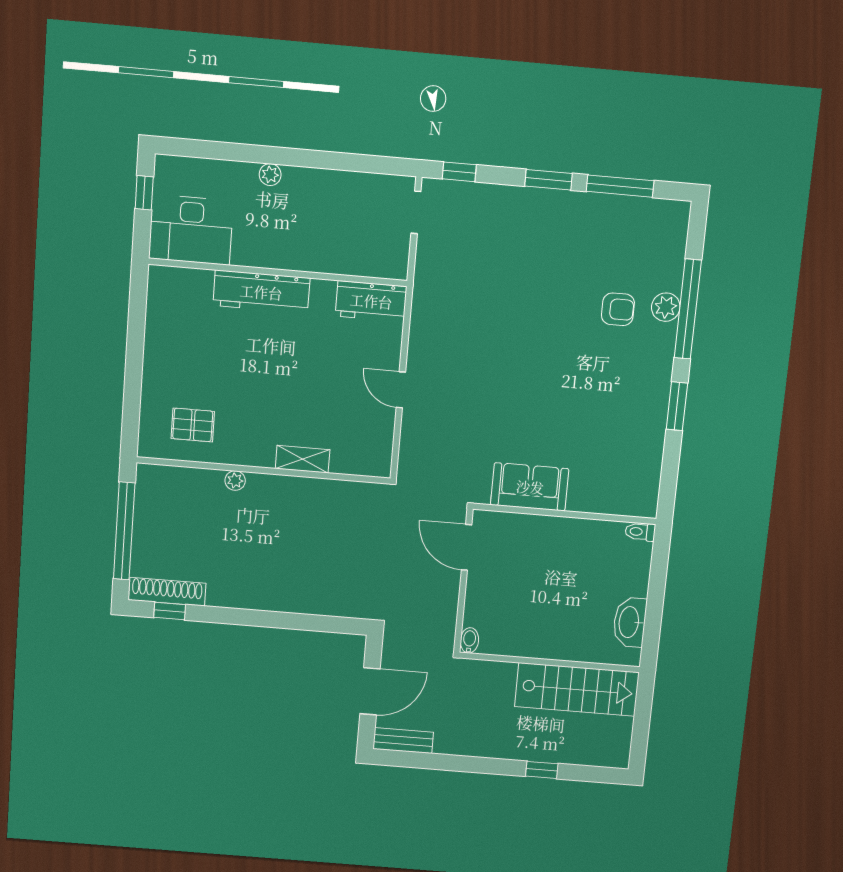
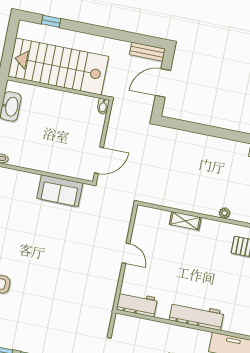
door: (467, 547) -> (99, 160), hinge flipped
stairs: (577, 689) -> (58, 66), width x1.36, depth x1.51
window: (542, 770) -> (51, 21), moved

